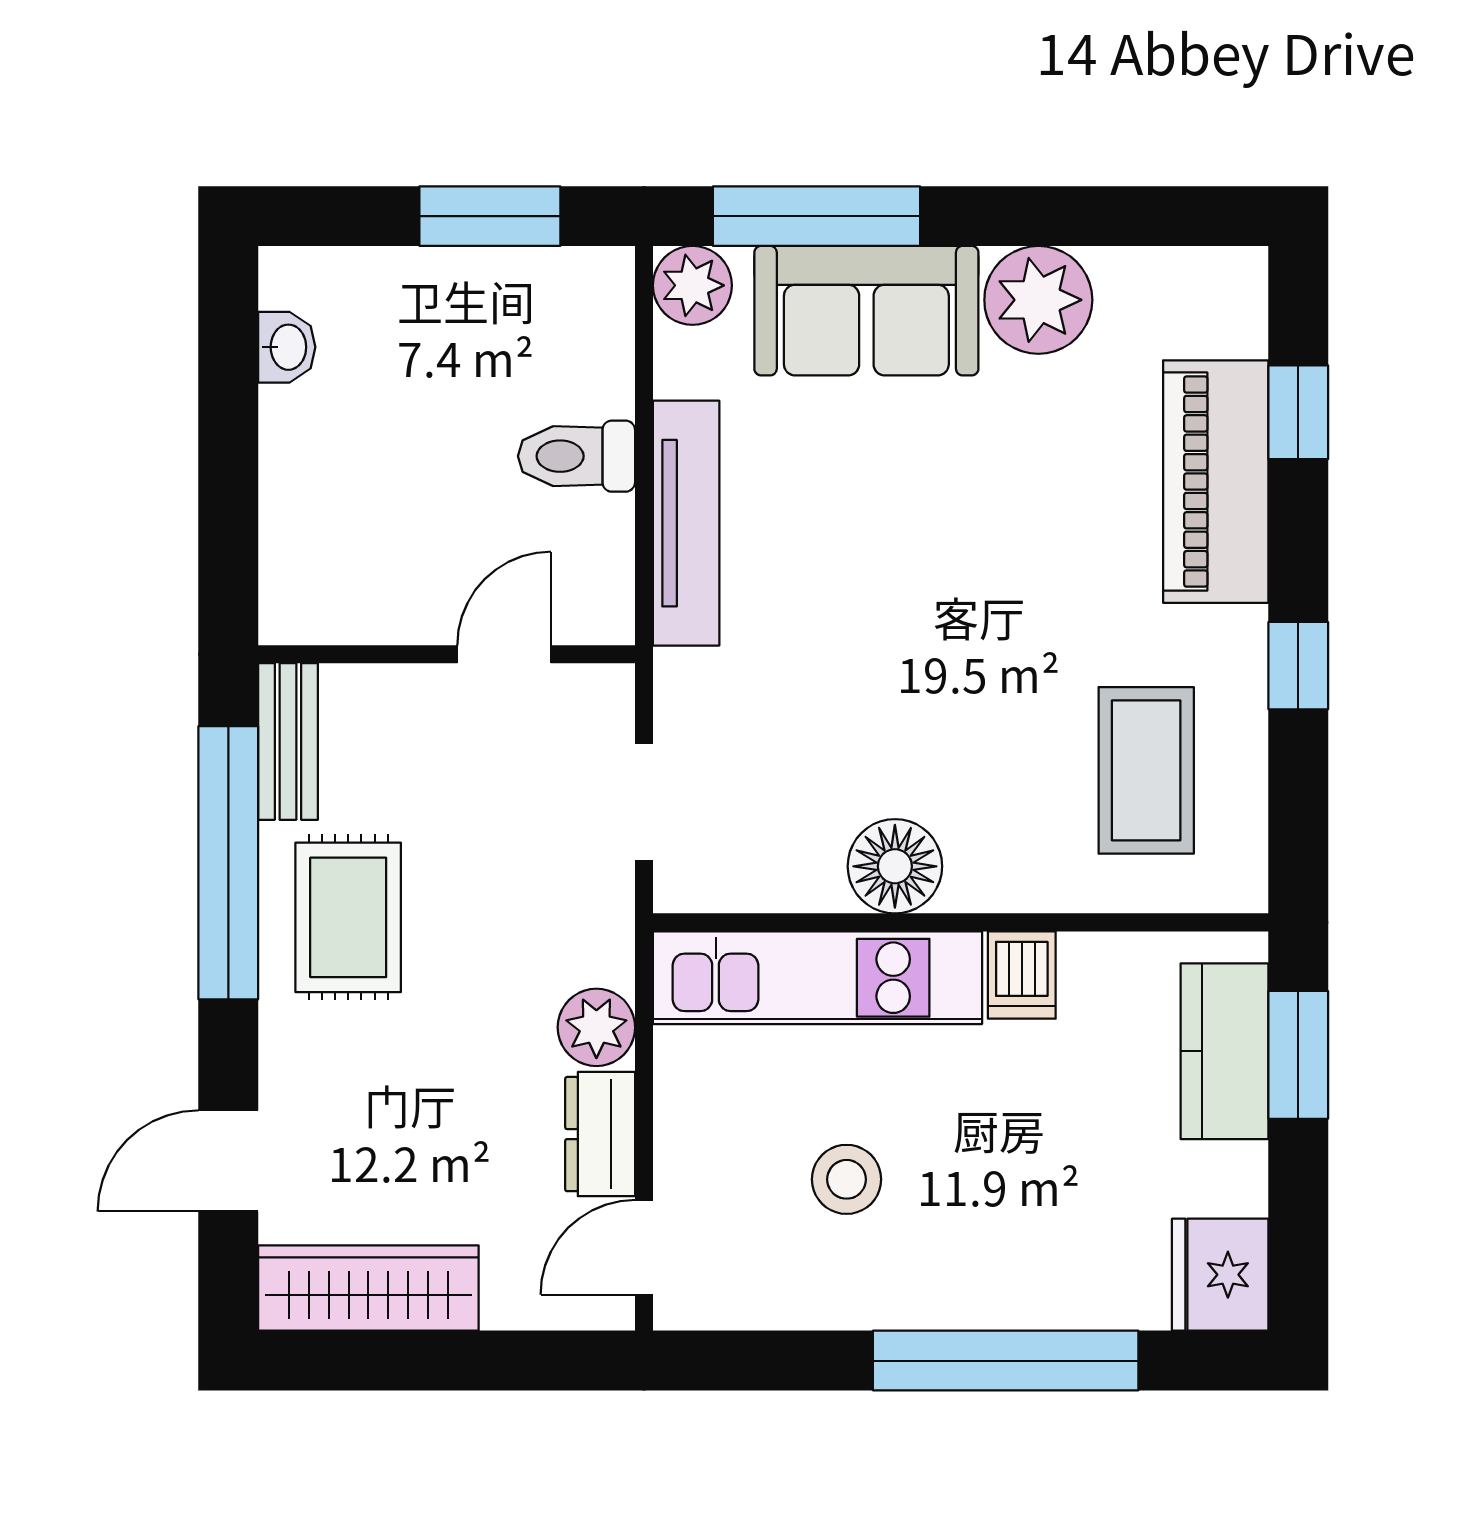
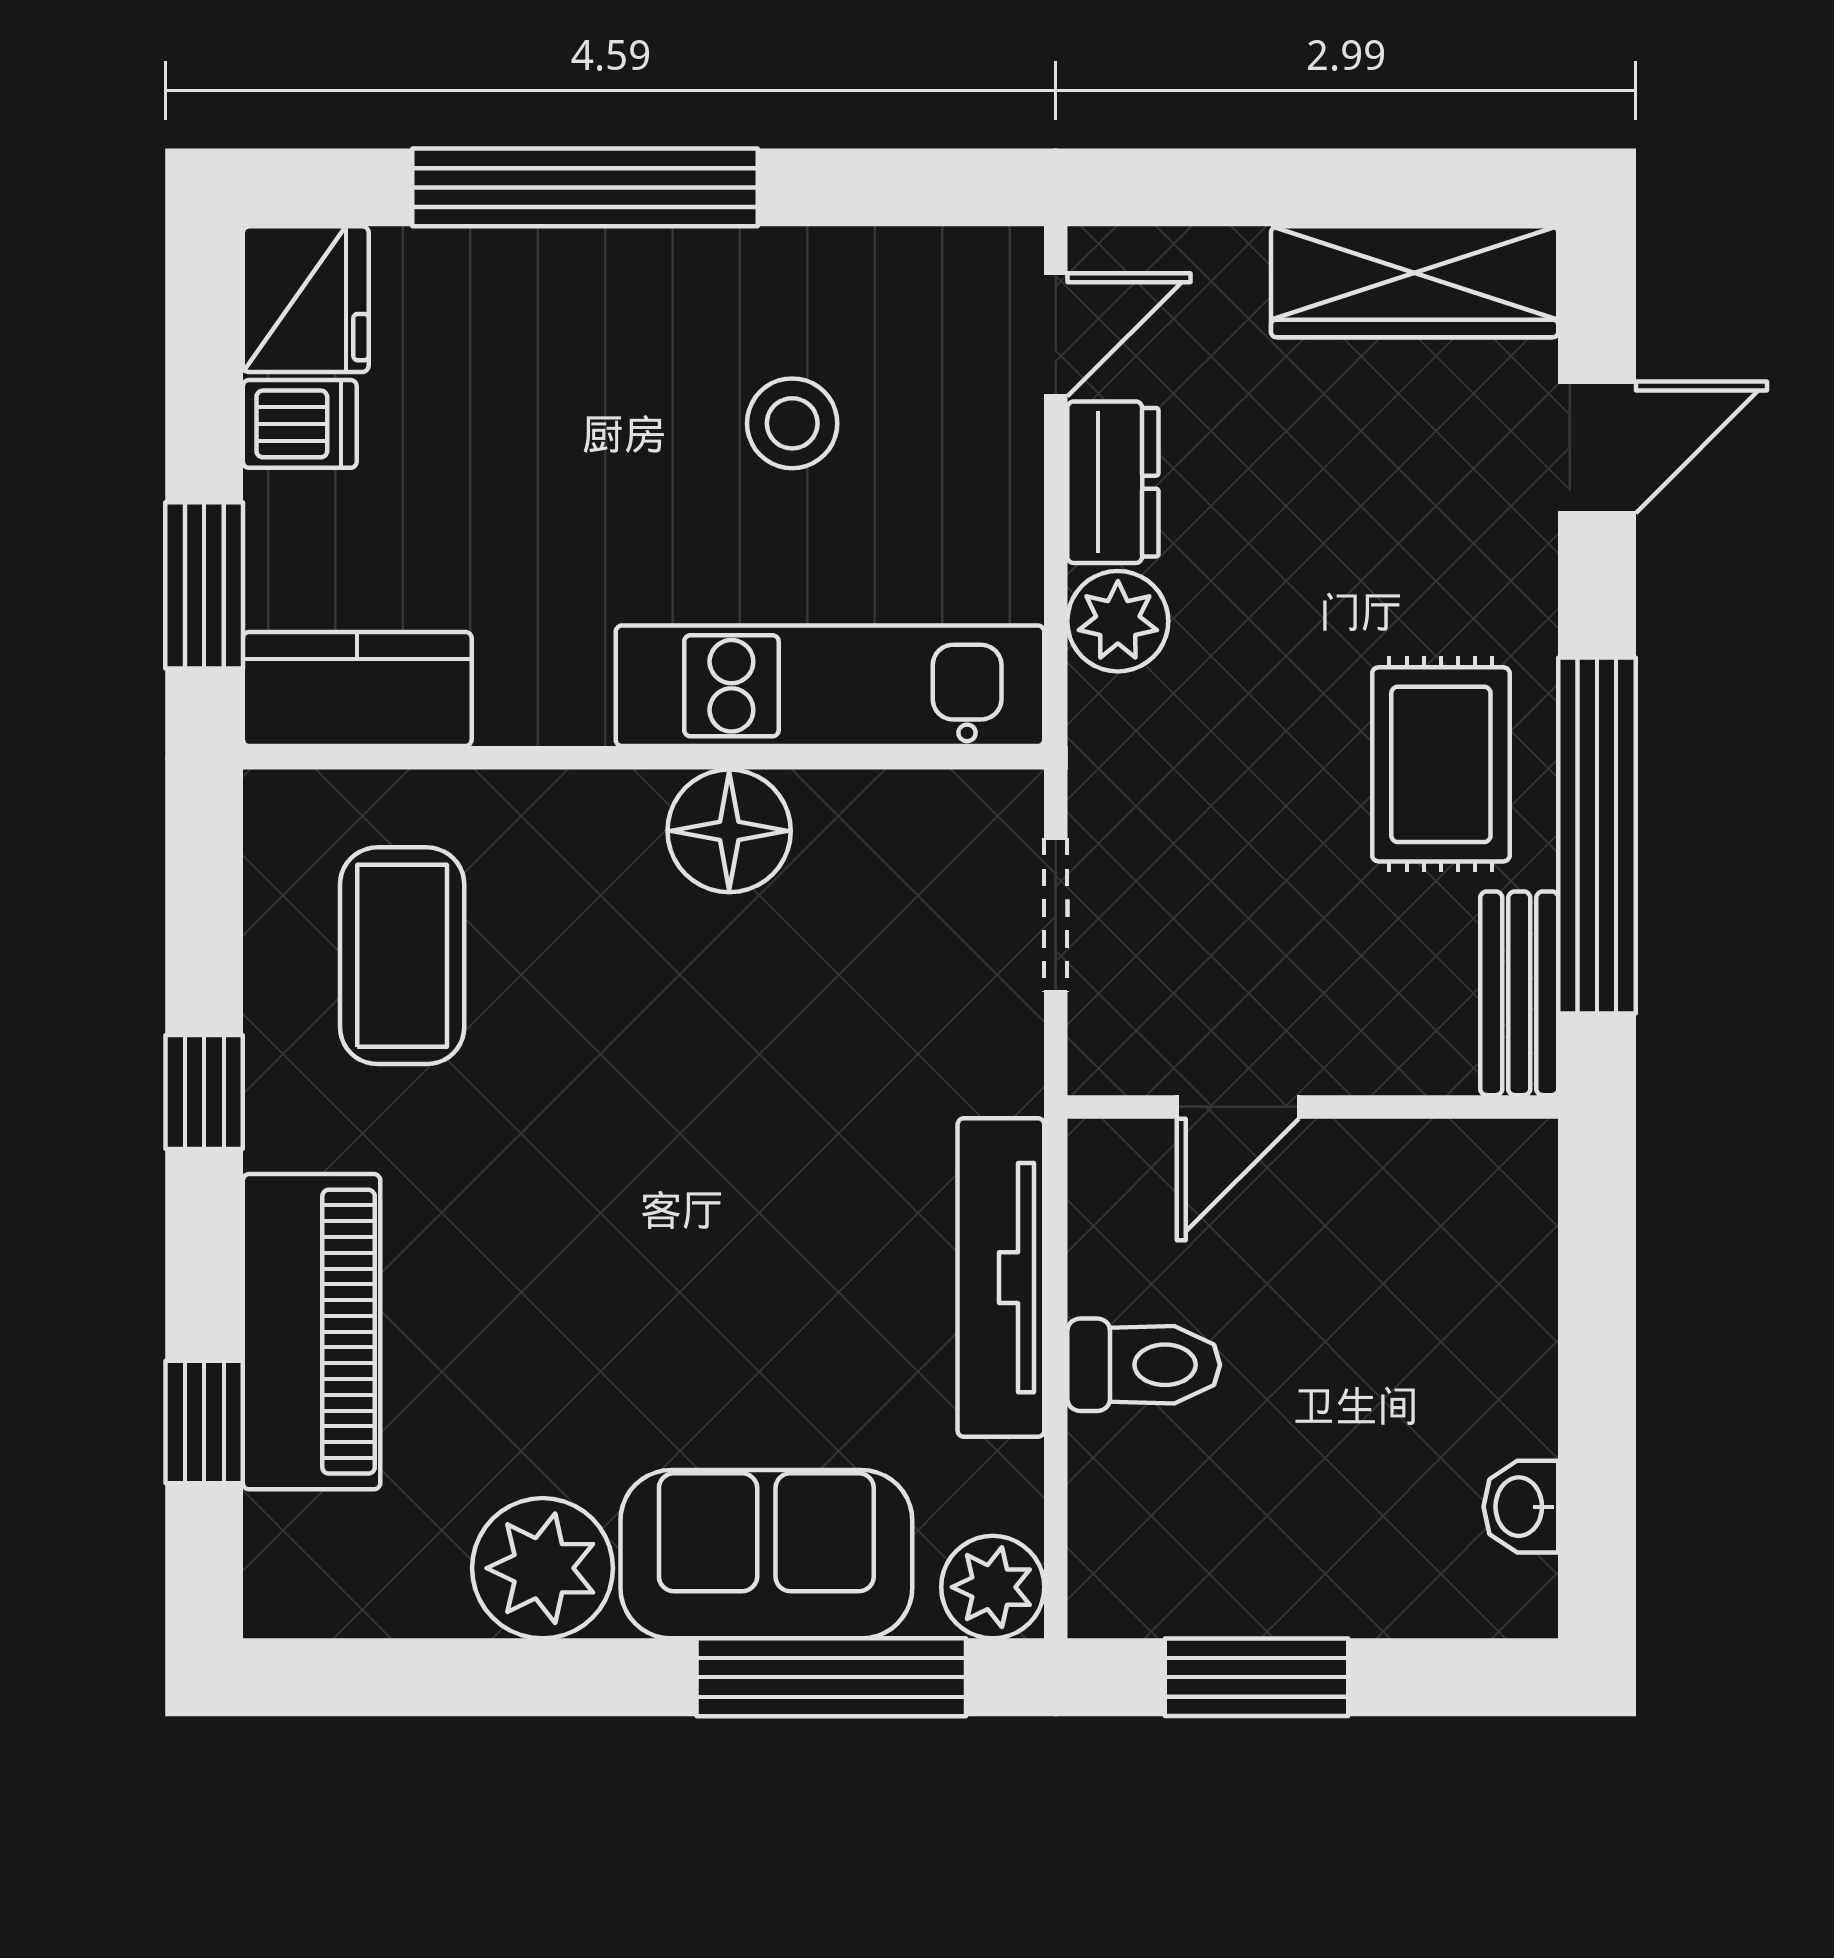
dishwasher: (1022, 975) -> (300, 424), moved, turned 90
kitchen counter: (1225, 1051) -> (357, 689), moved, turned -90

